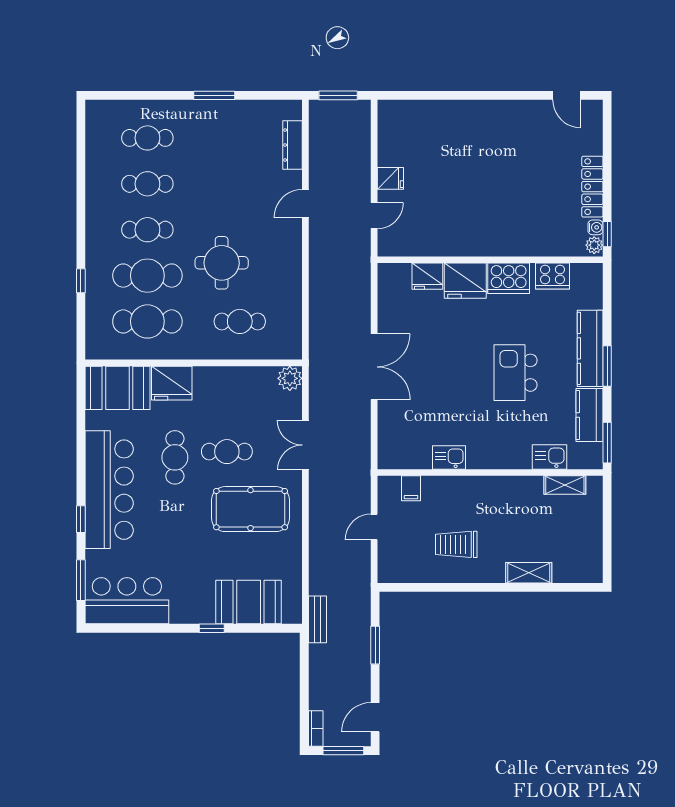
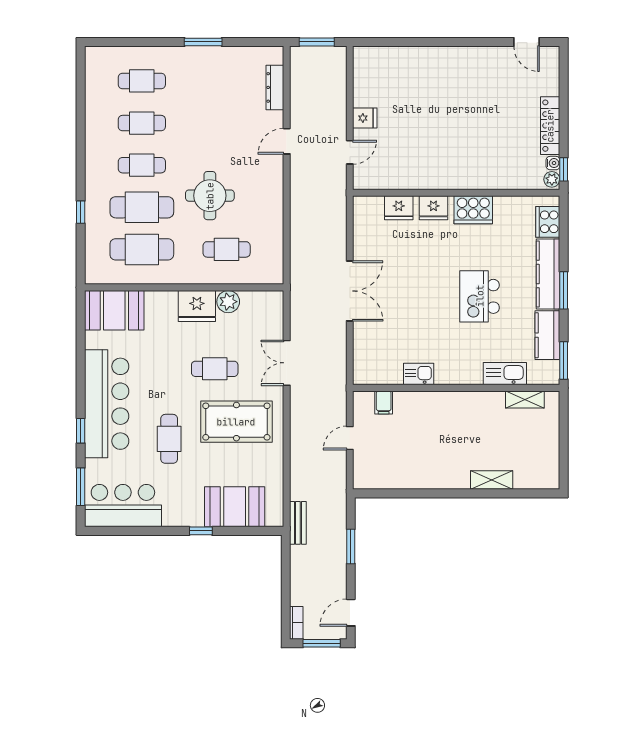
cooker: (553, 276) -> (548, 222), moved, turned 90
fridge: (465, 281) -> (433, 208), width x0.73, depth x0.75
plant: (290, 378) -> (228, 302), moved
fridge: (172, 383) -> (197, 306), moved
cafe table: (175, 457) -> (169, 439), moved
kitchen sink: (550, 457) -> (505, 374), width x1.38
trolley: (456, 544) -> (425, 454), removed

